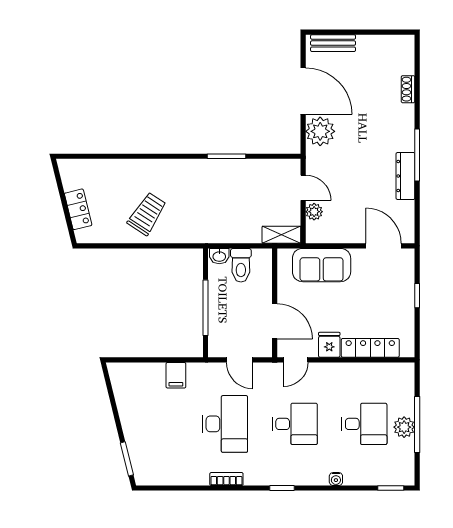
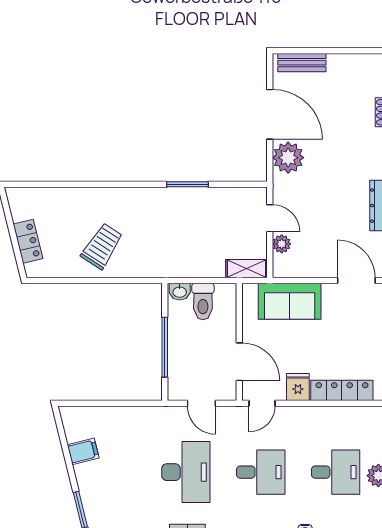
filing cabinet: (176, 375) -> (83, 451), moved, turned -104

